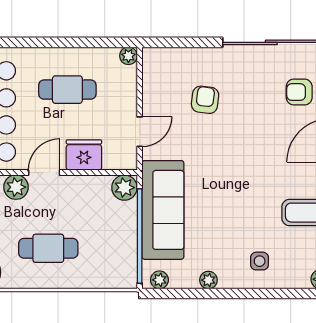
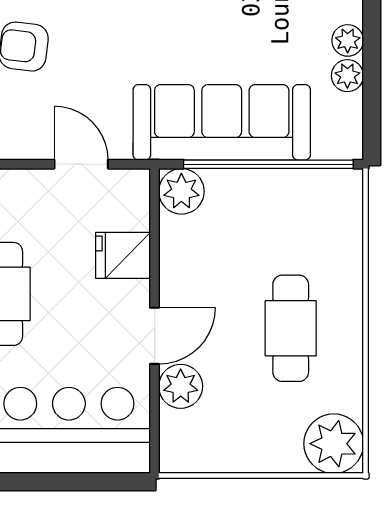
fridge: (84, 155) -> (123, 255), width x0.72
door: (44, 173) -> (155, 336), swing flipped
plant: (159, 280) -> (347, 76), moved

